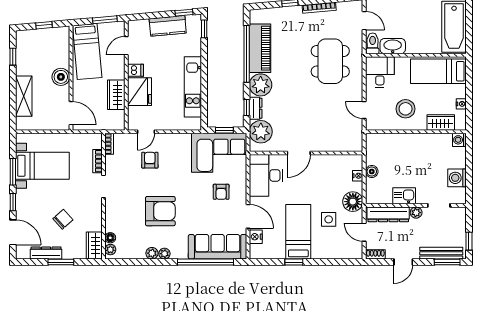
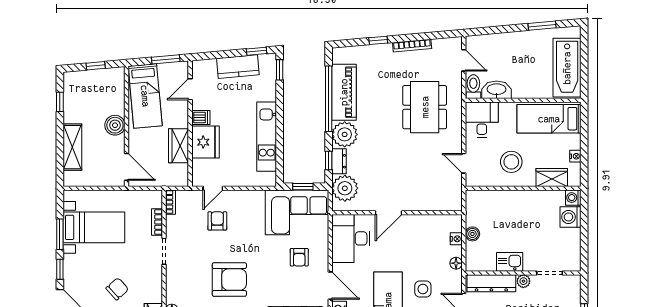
washing machine: (457, 178) -> (571, 217), moved
floor lamp: (353, 202) -> (456, 263), width x0.53, depth x0.53

